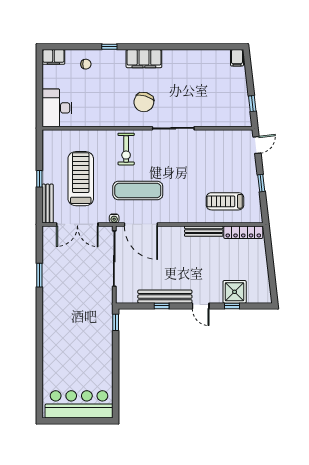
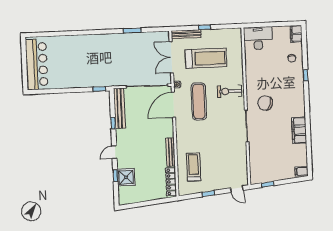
filing cabinet: (144, 59) -> (299, 130), moved
bench: (165, 297) -> (119, 108), moved

